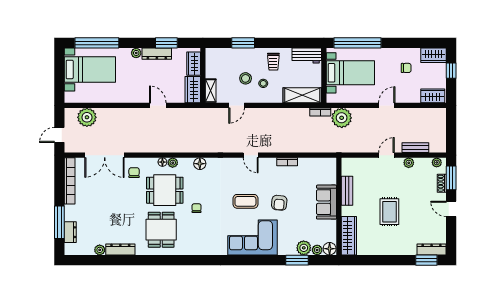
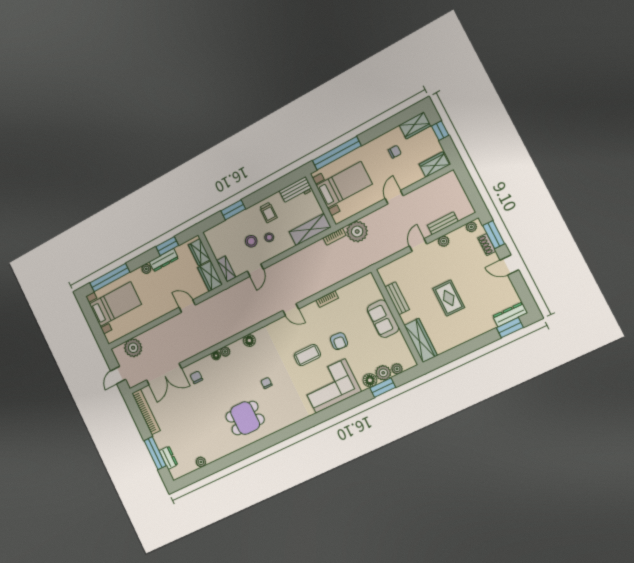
dining table: (165, 190) -> (231, 380), removed
dining table: (161, 230) -> (245, 418), turned 90
dresser: (120, 249) -> (218, 453), removed
floor lamp: (330, 249) -> (370, 380), moved

